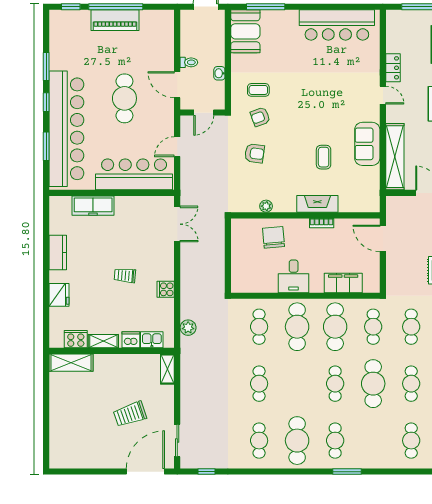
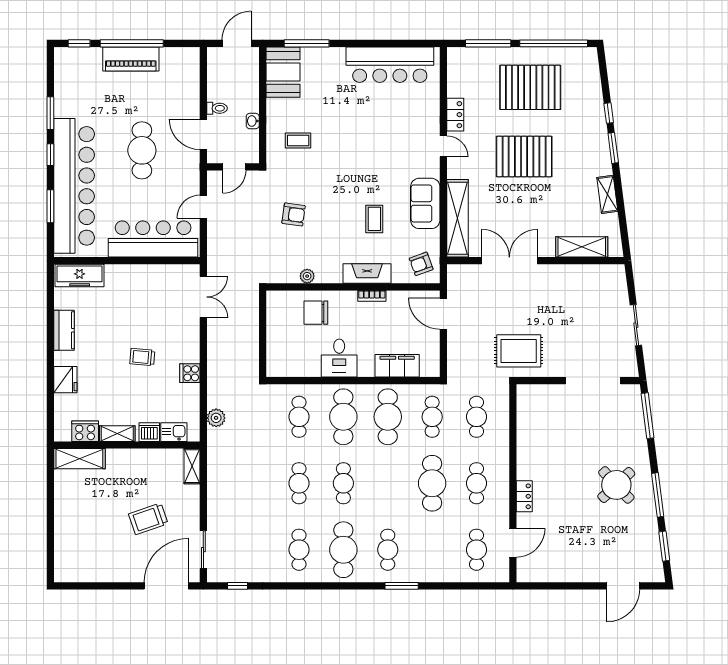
armchair: (260, 117) -> (421, 264), moved
freezer: (93, 206) -> (80, 275), moved
chair: (274, 237) -> (316, 313), turned -85
cafe table: (335, 384) -> (343, 483), moved

